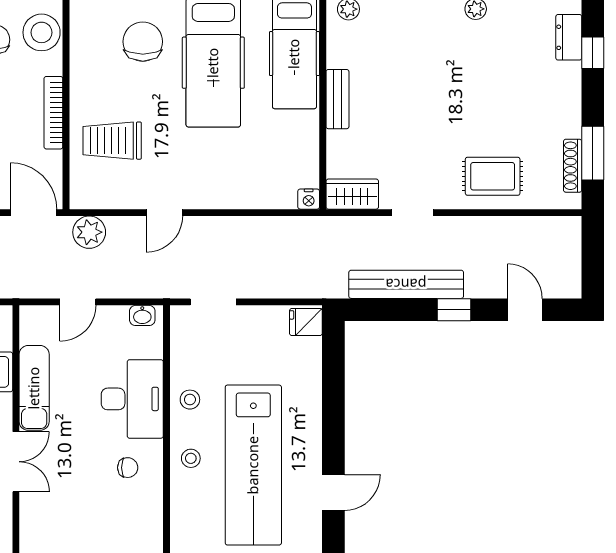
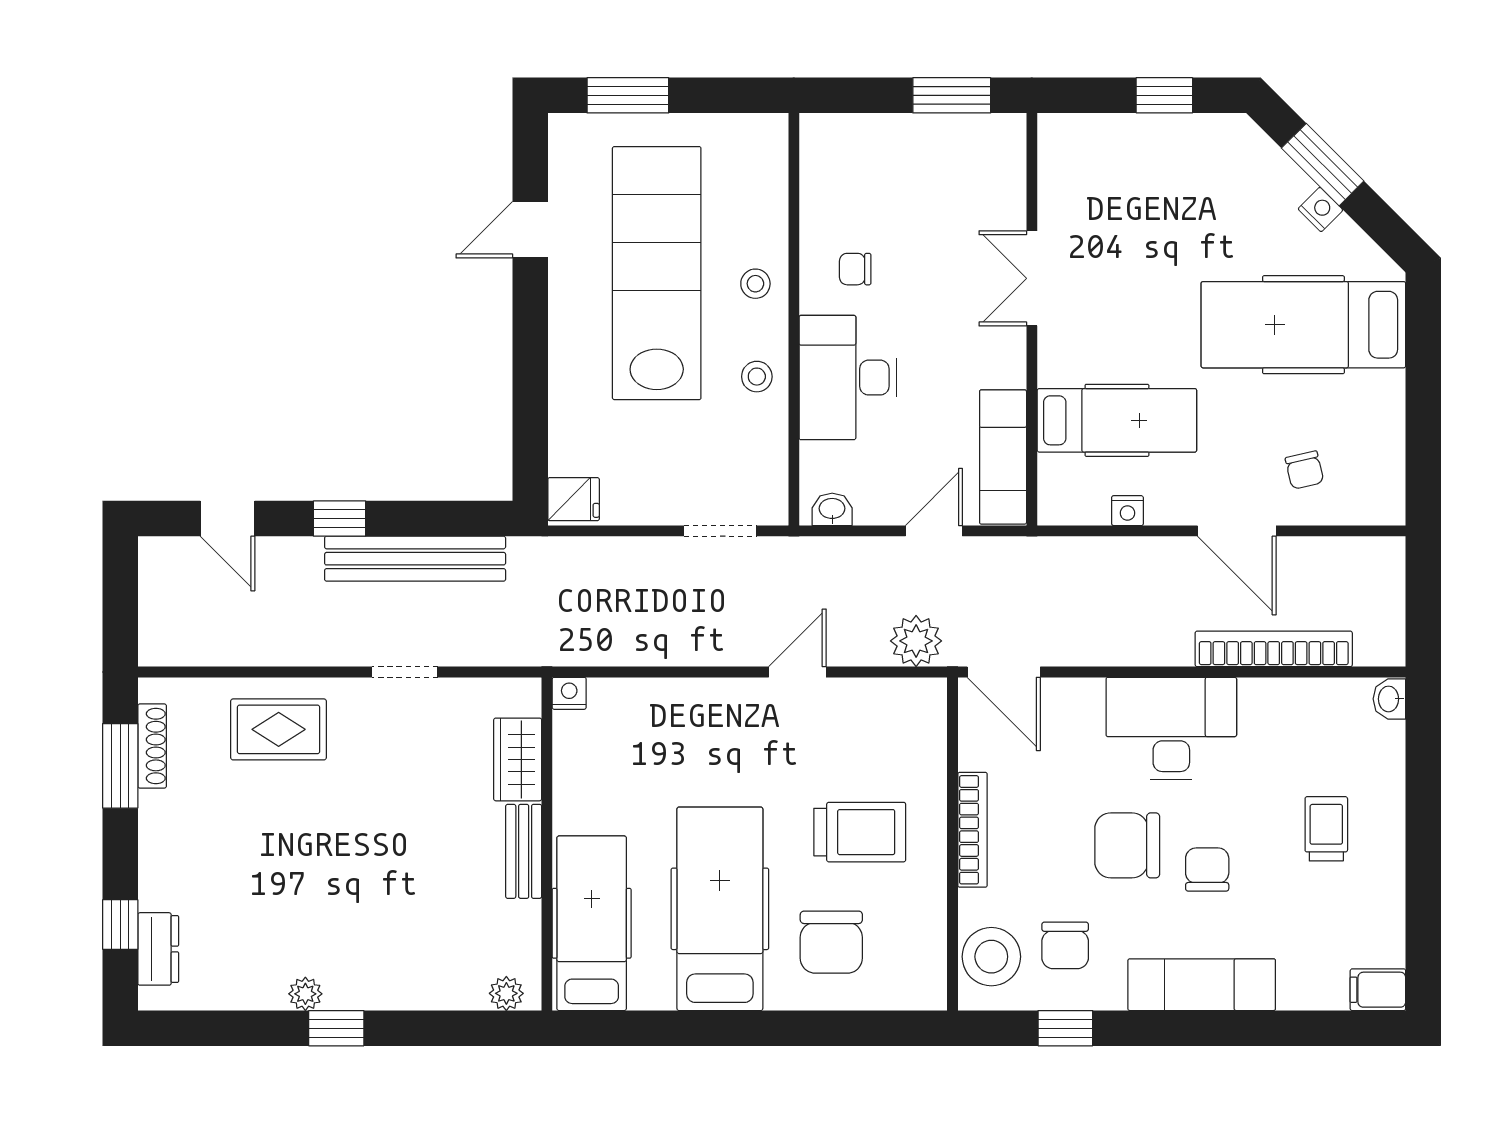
trolley: (112, 141) -> (860, 832), moved
wardrobe: (352, 194) -> (518, 759), moved, turned 90
exam couch: (34, 388) -> (1003, 457), moved

